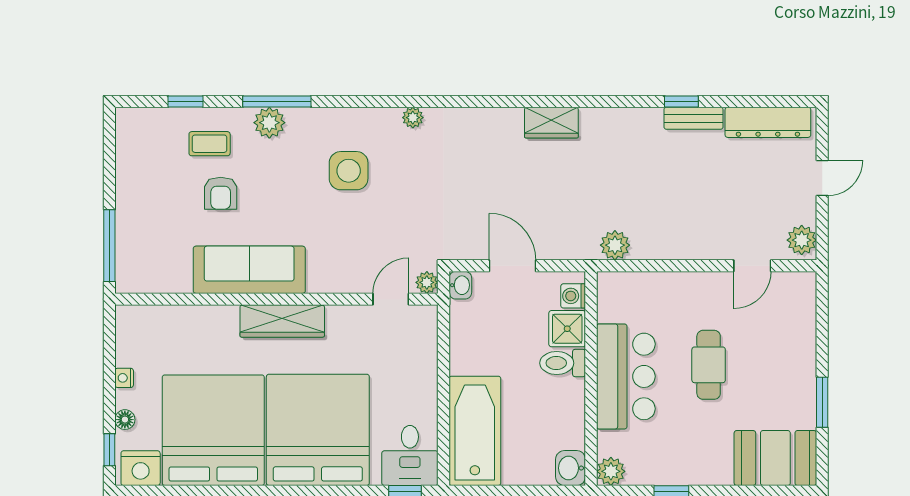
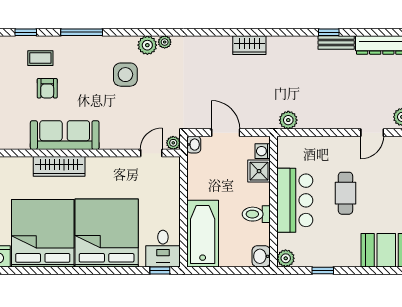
plant: (269, 123) -> (147, 45), moved
wardrobe: (282, 321) -> (59, 166), moved
toilet: (563, 363) -> (256, 214), moved

